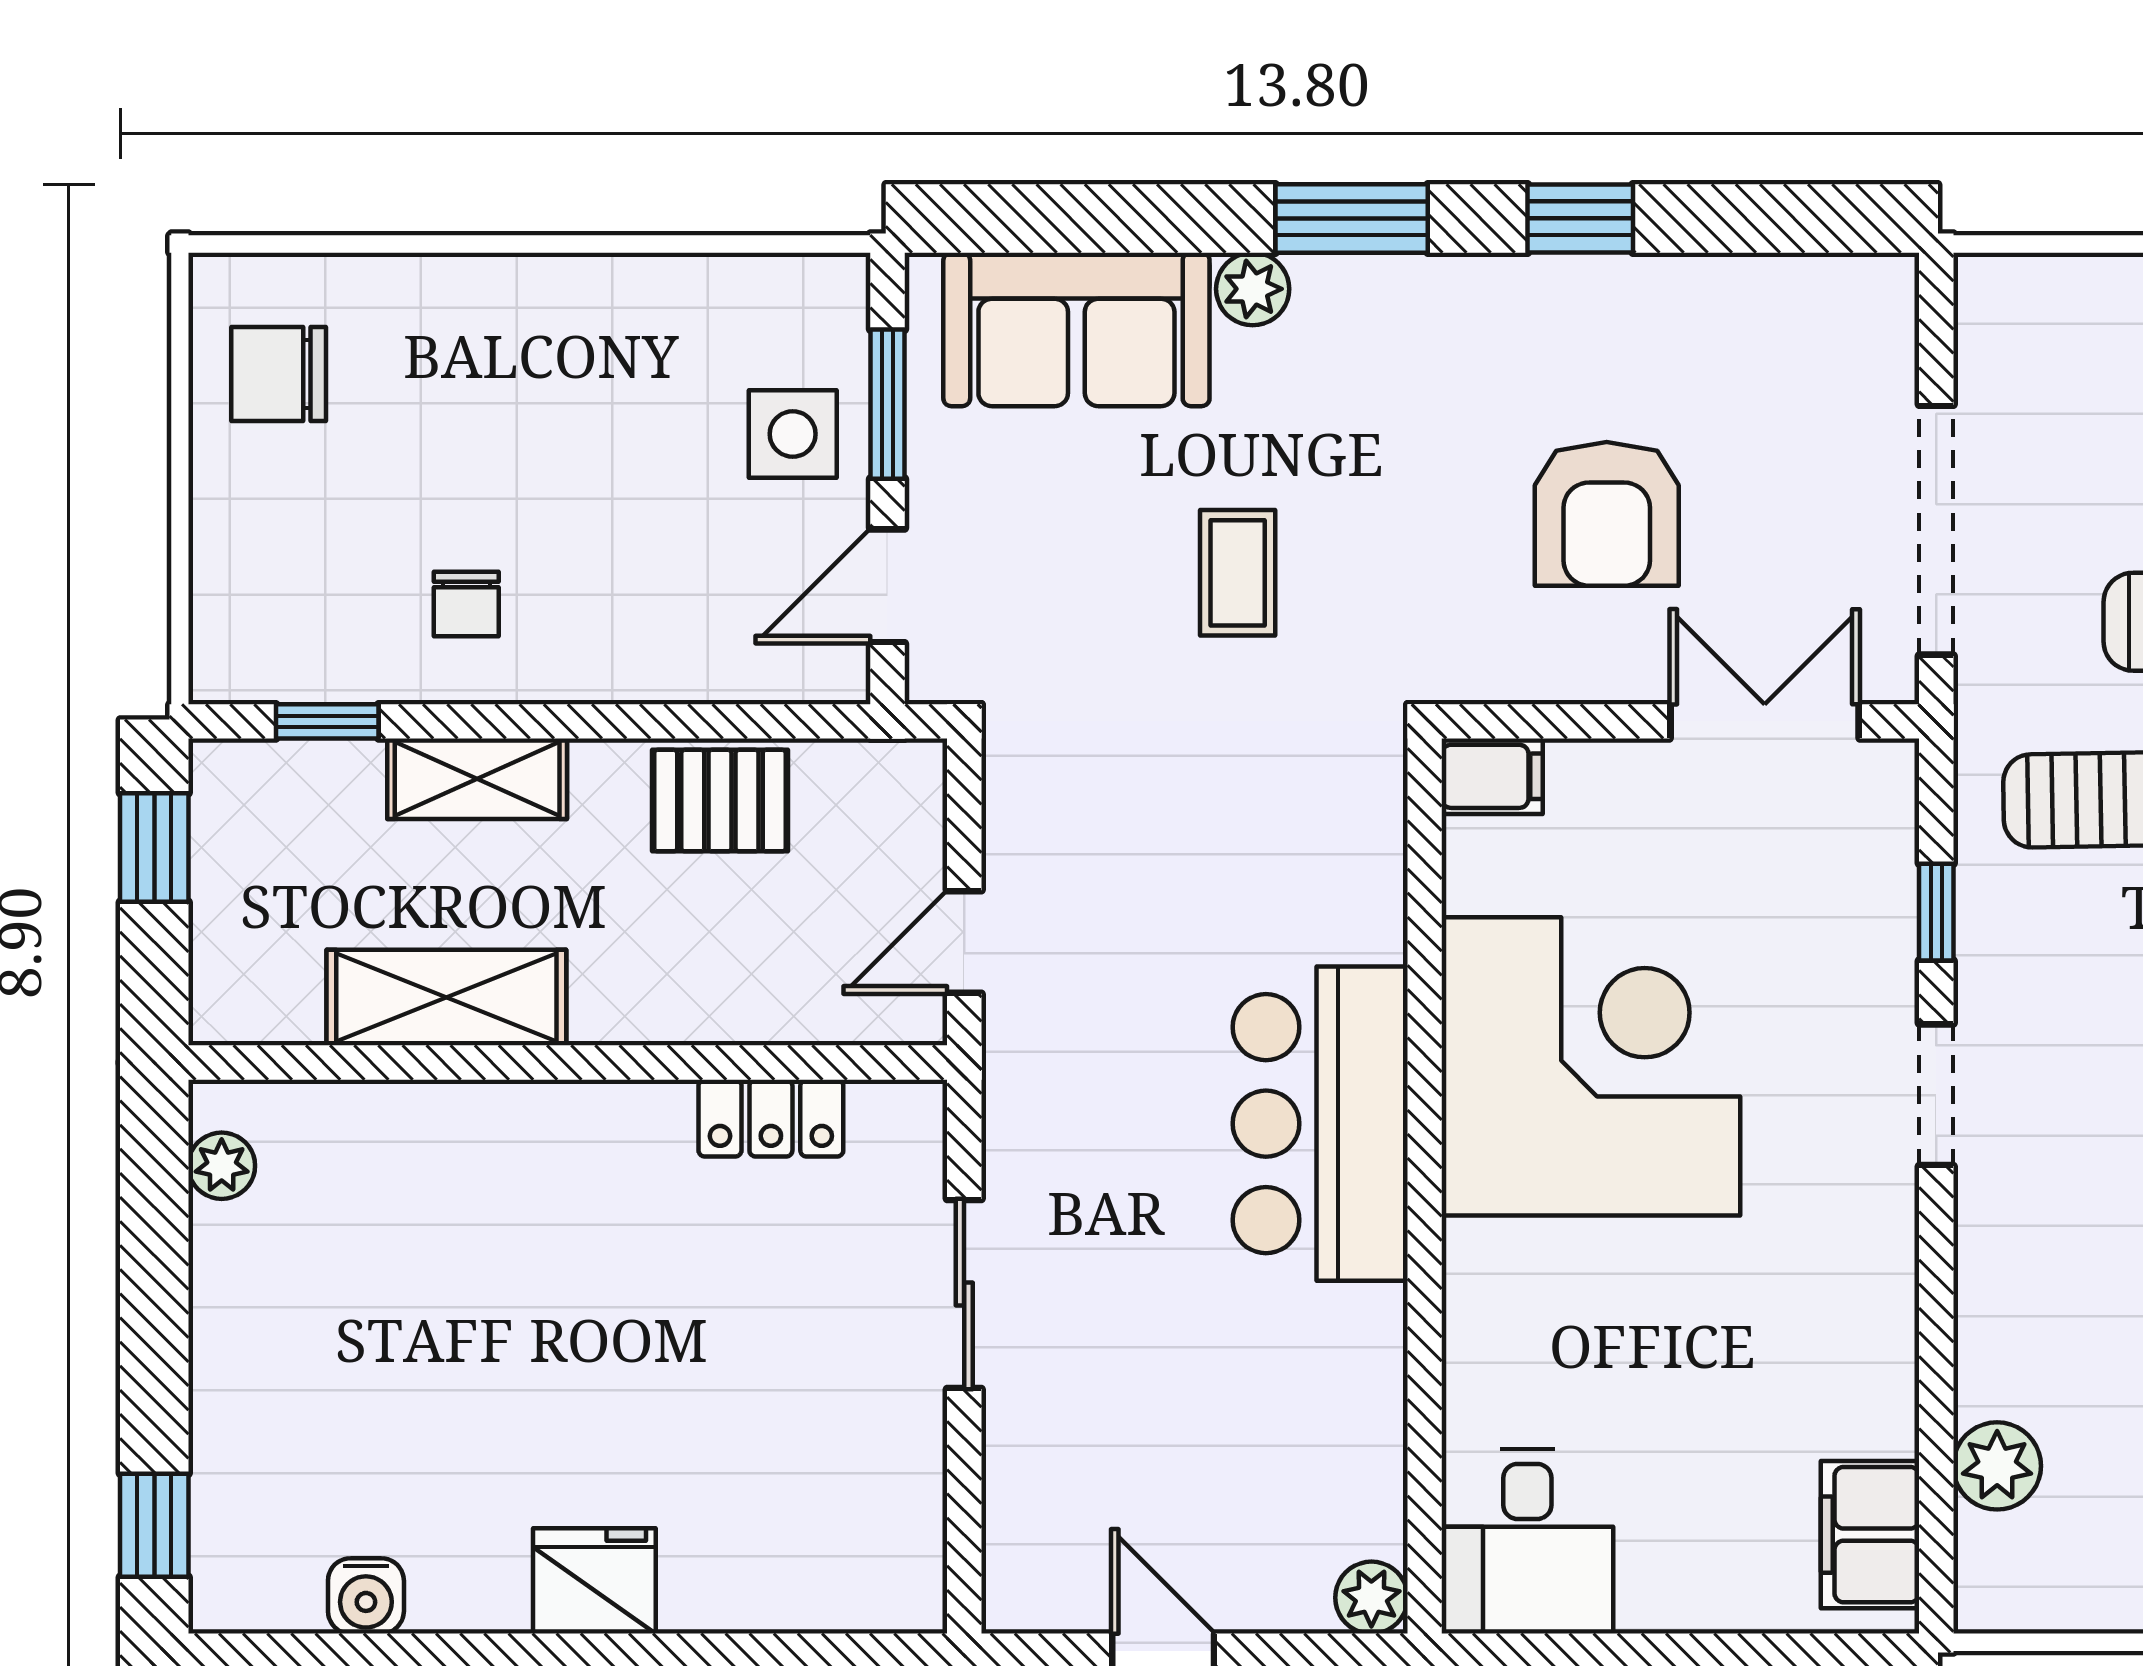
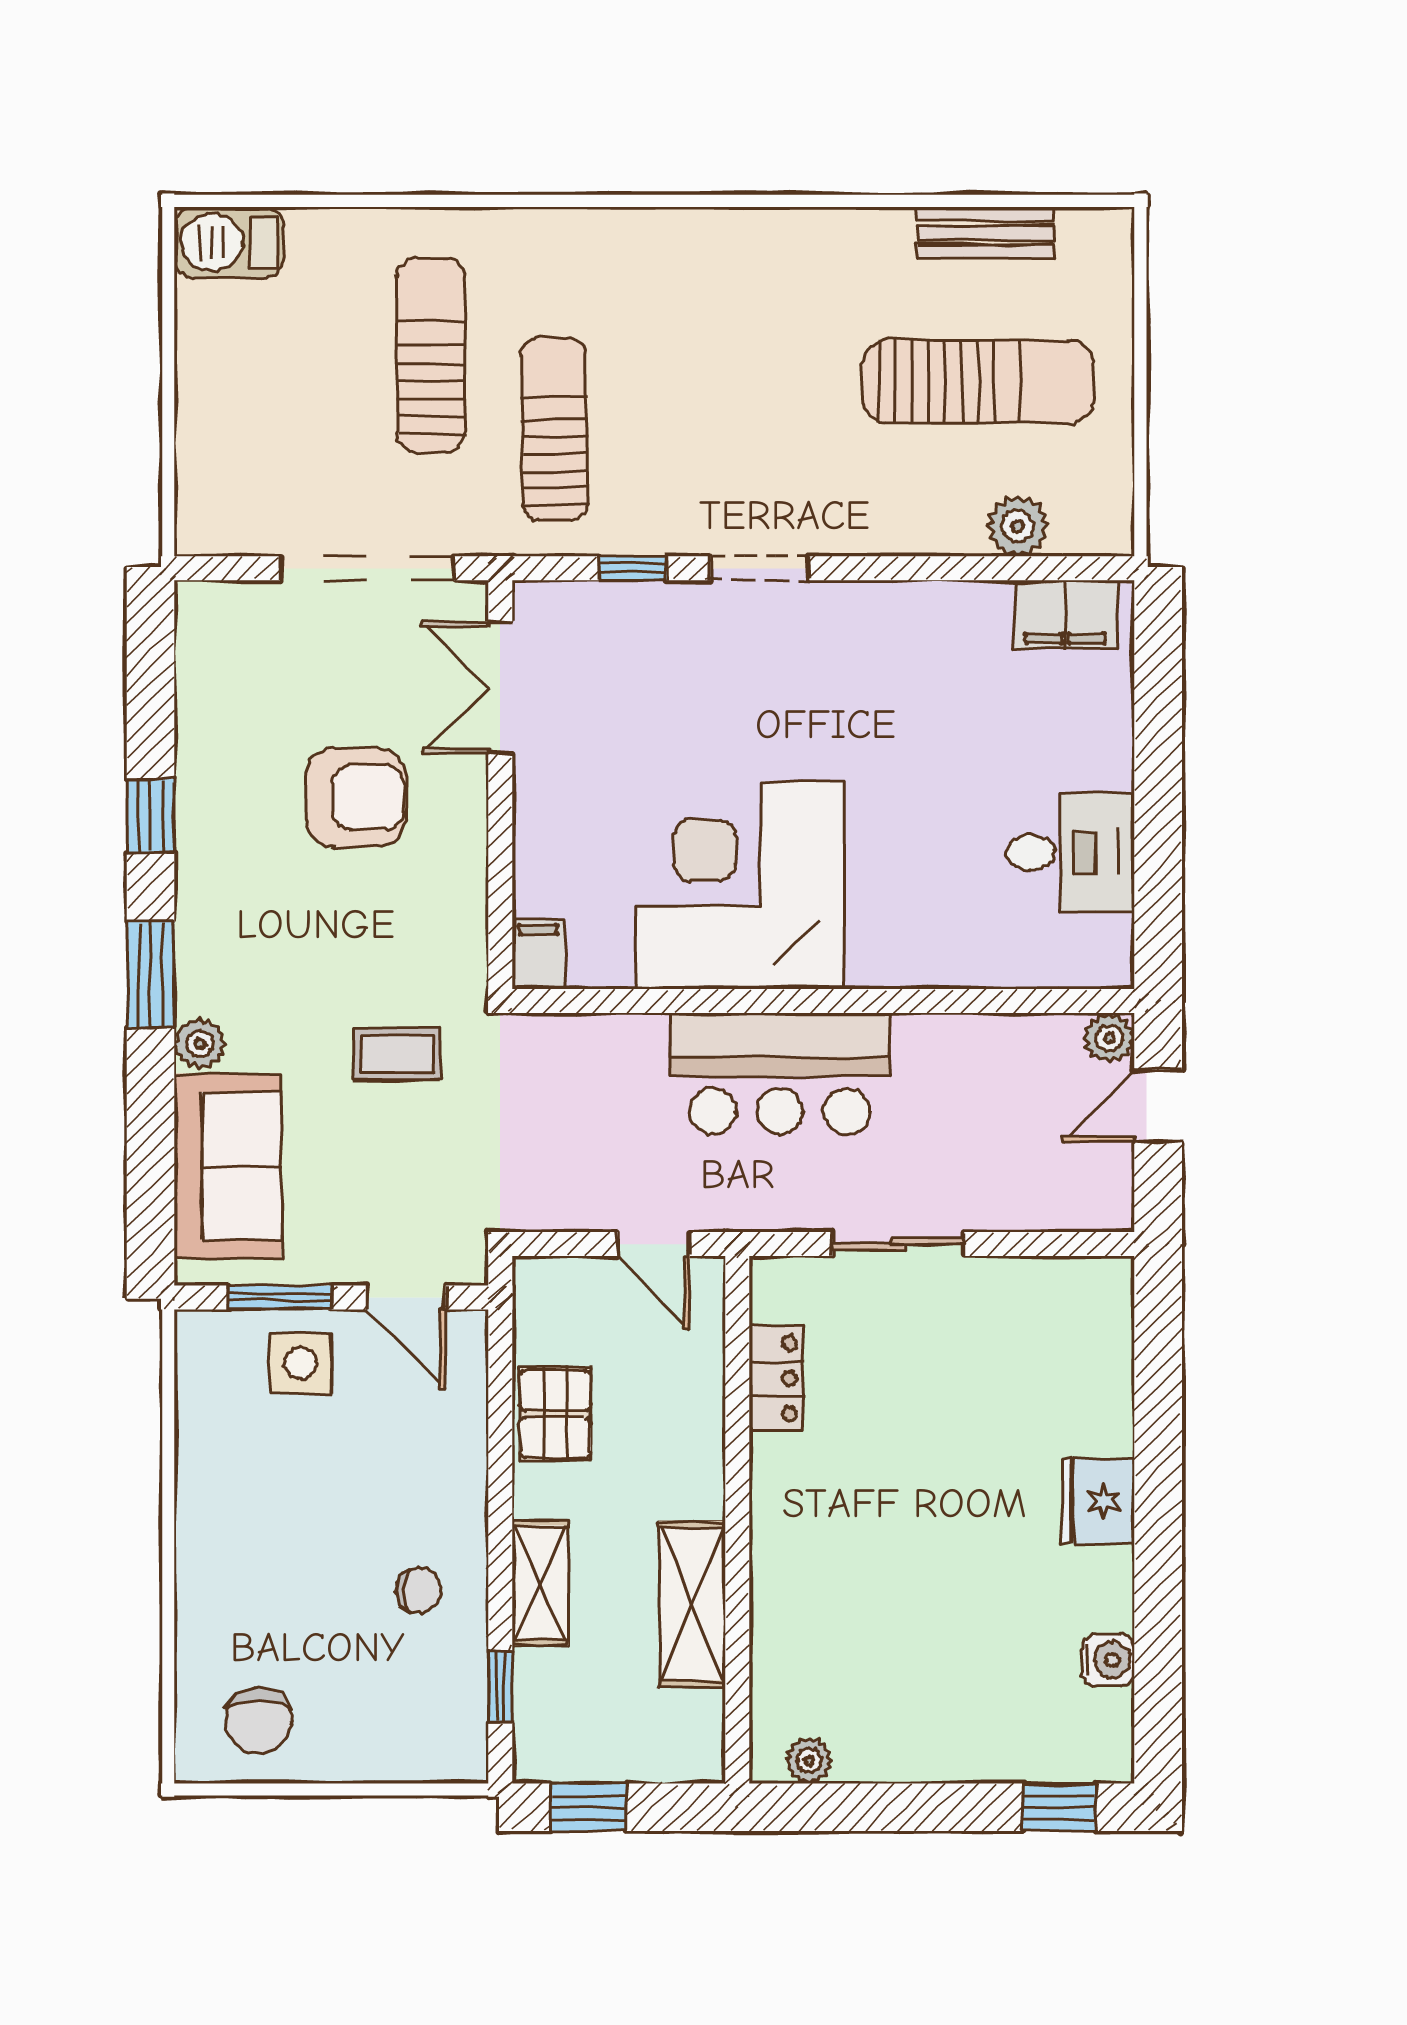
filing cabinet: (1492, 776) -> (538, 954), moved
corner desk: (1591, 1066) -> (740, 885), moved
bar counter: (1320, 1124) -> (780, 1074), moved
wall: (1425, 1186) -> (823, 1001), moved
plant: (1371, 1598) -> (1109, 1038), moved

